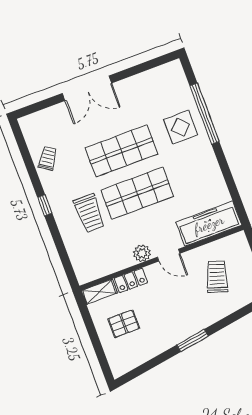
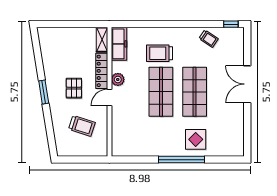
window: (204, 114) -> (182, 160), moved
window: (45, 205) -> (231, 24), moved
freezer: (209, 224) -> (119, 44), moved, width x0.73, depth x0.79
locker: (131, 280) -> (102, 71), width x1.53
pallet: (124, 324) -> (74, 88), moved

